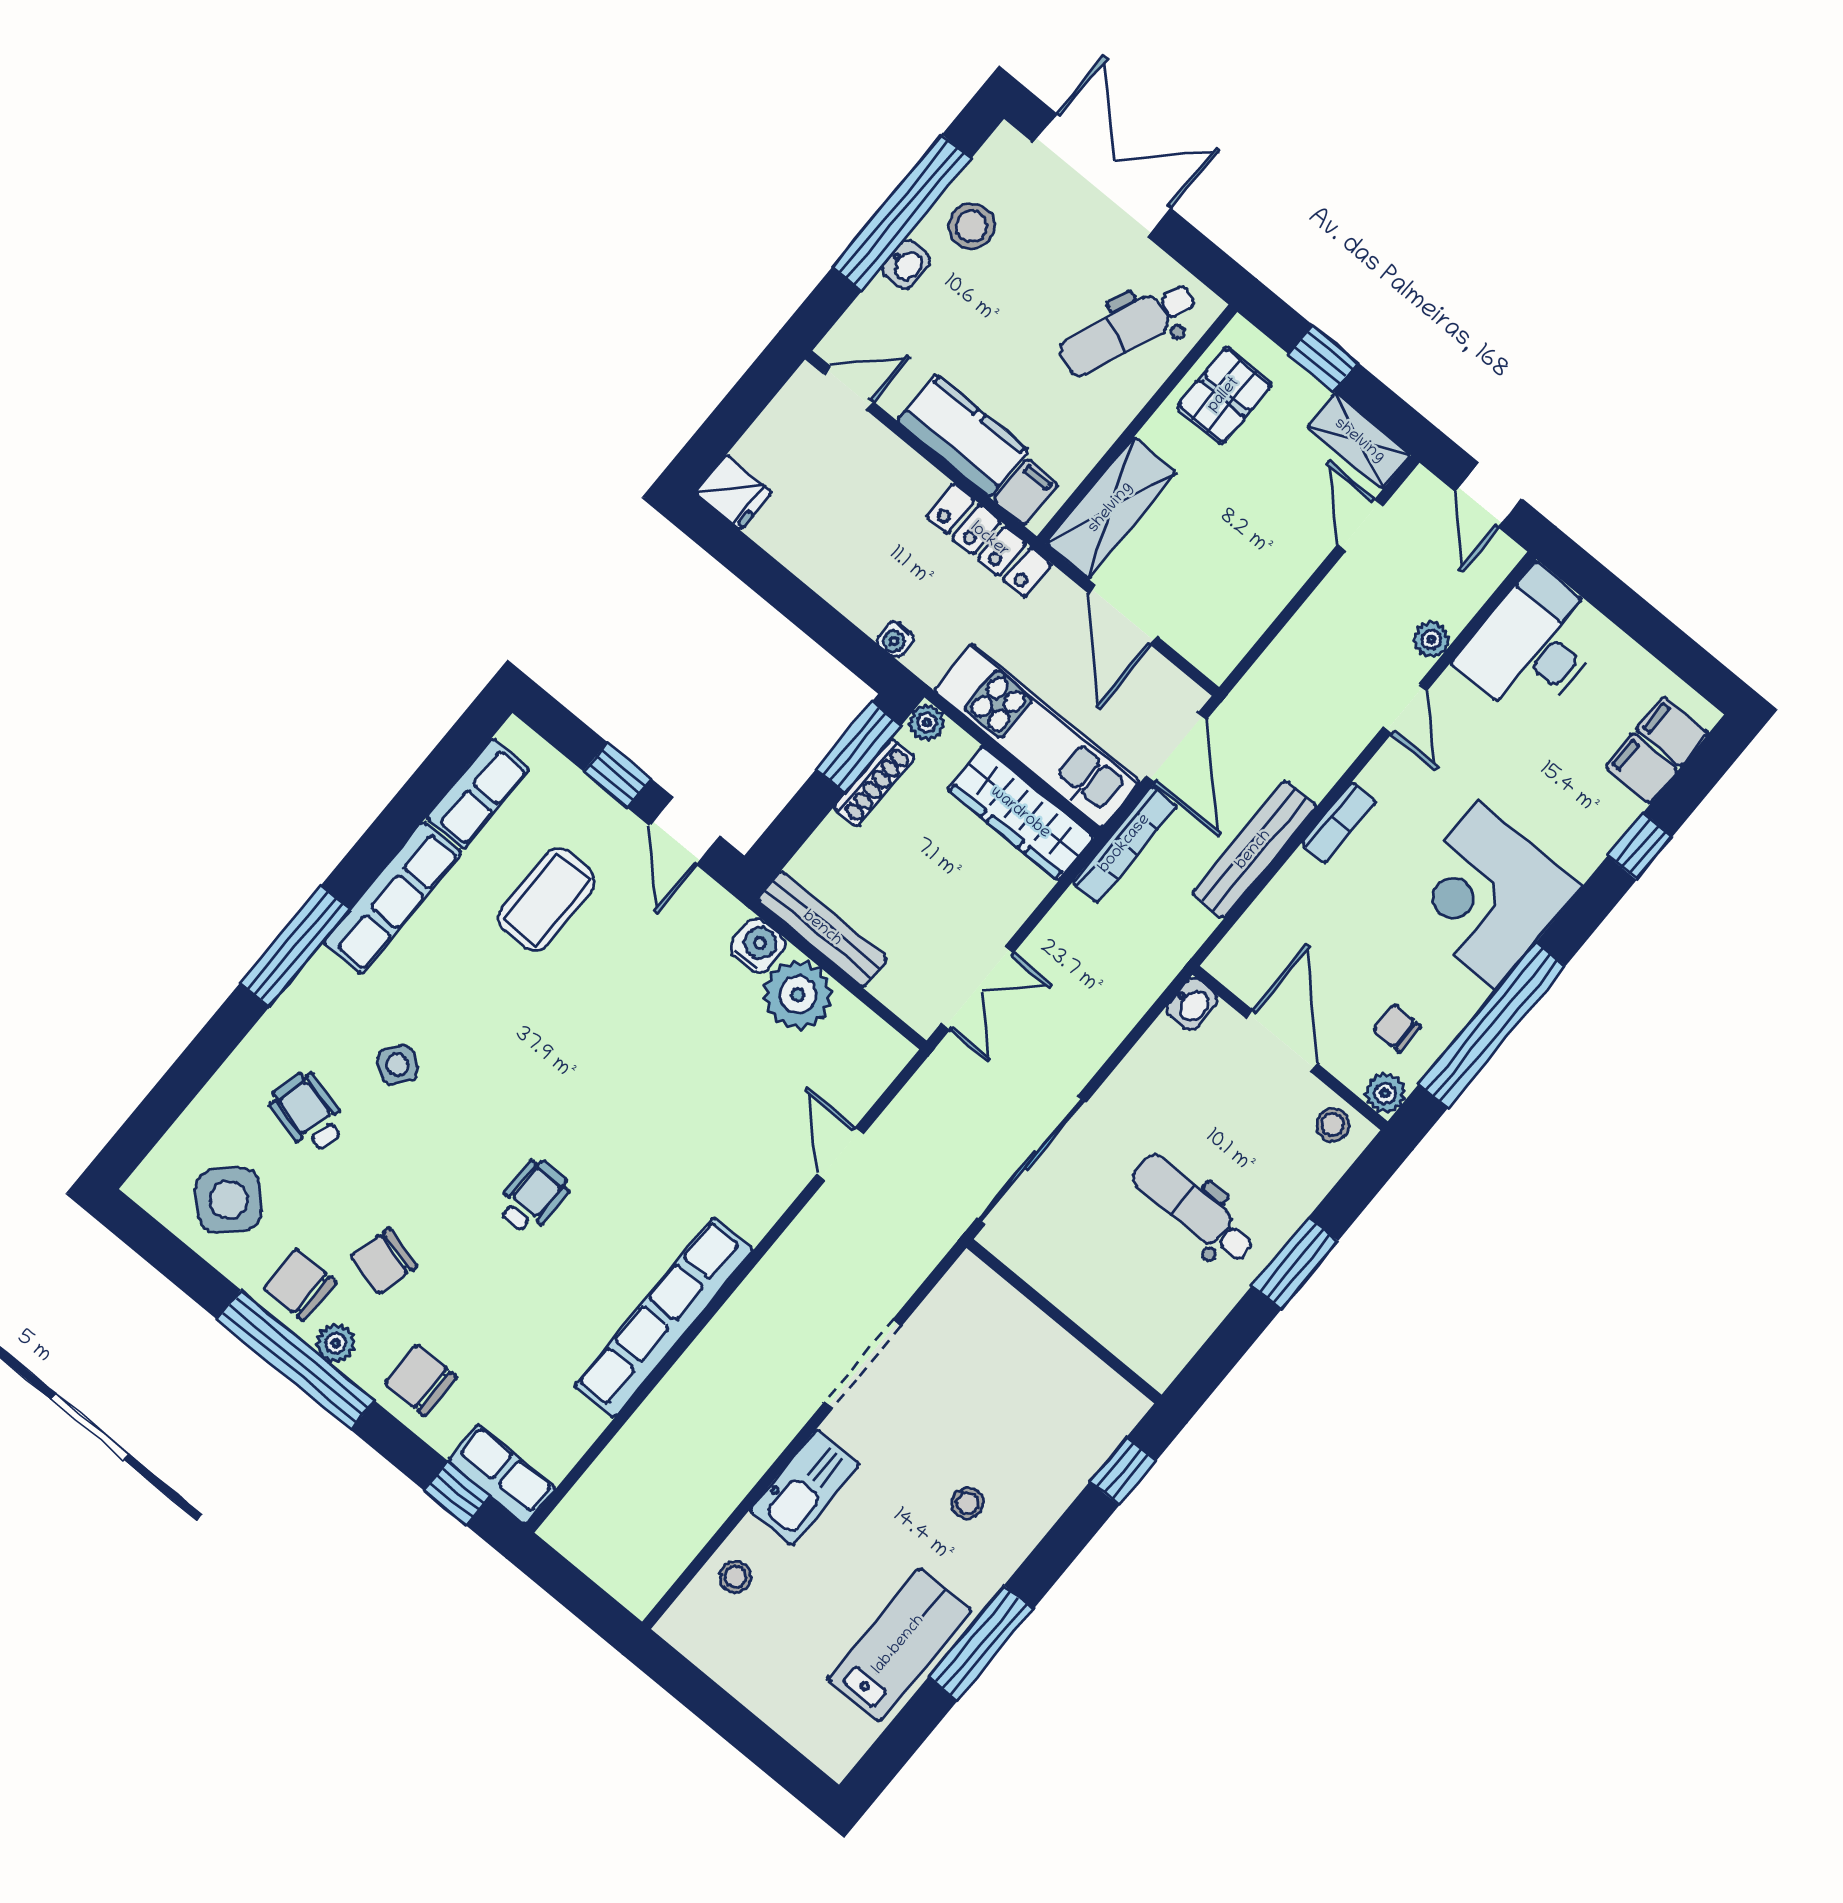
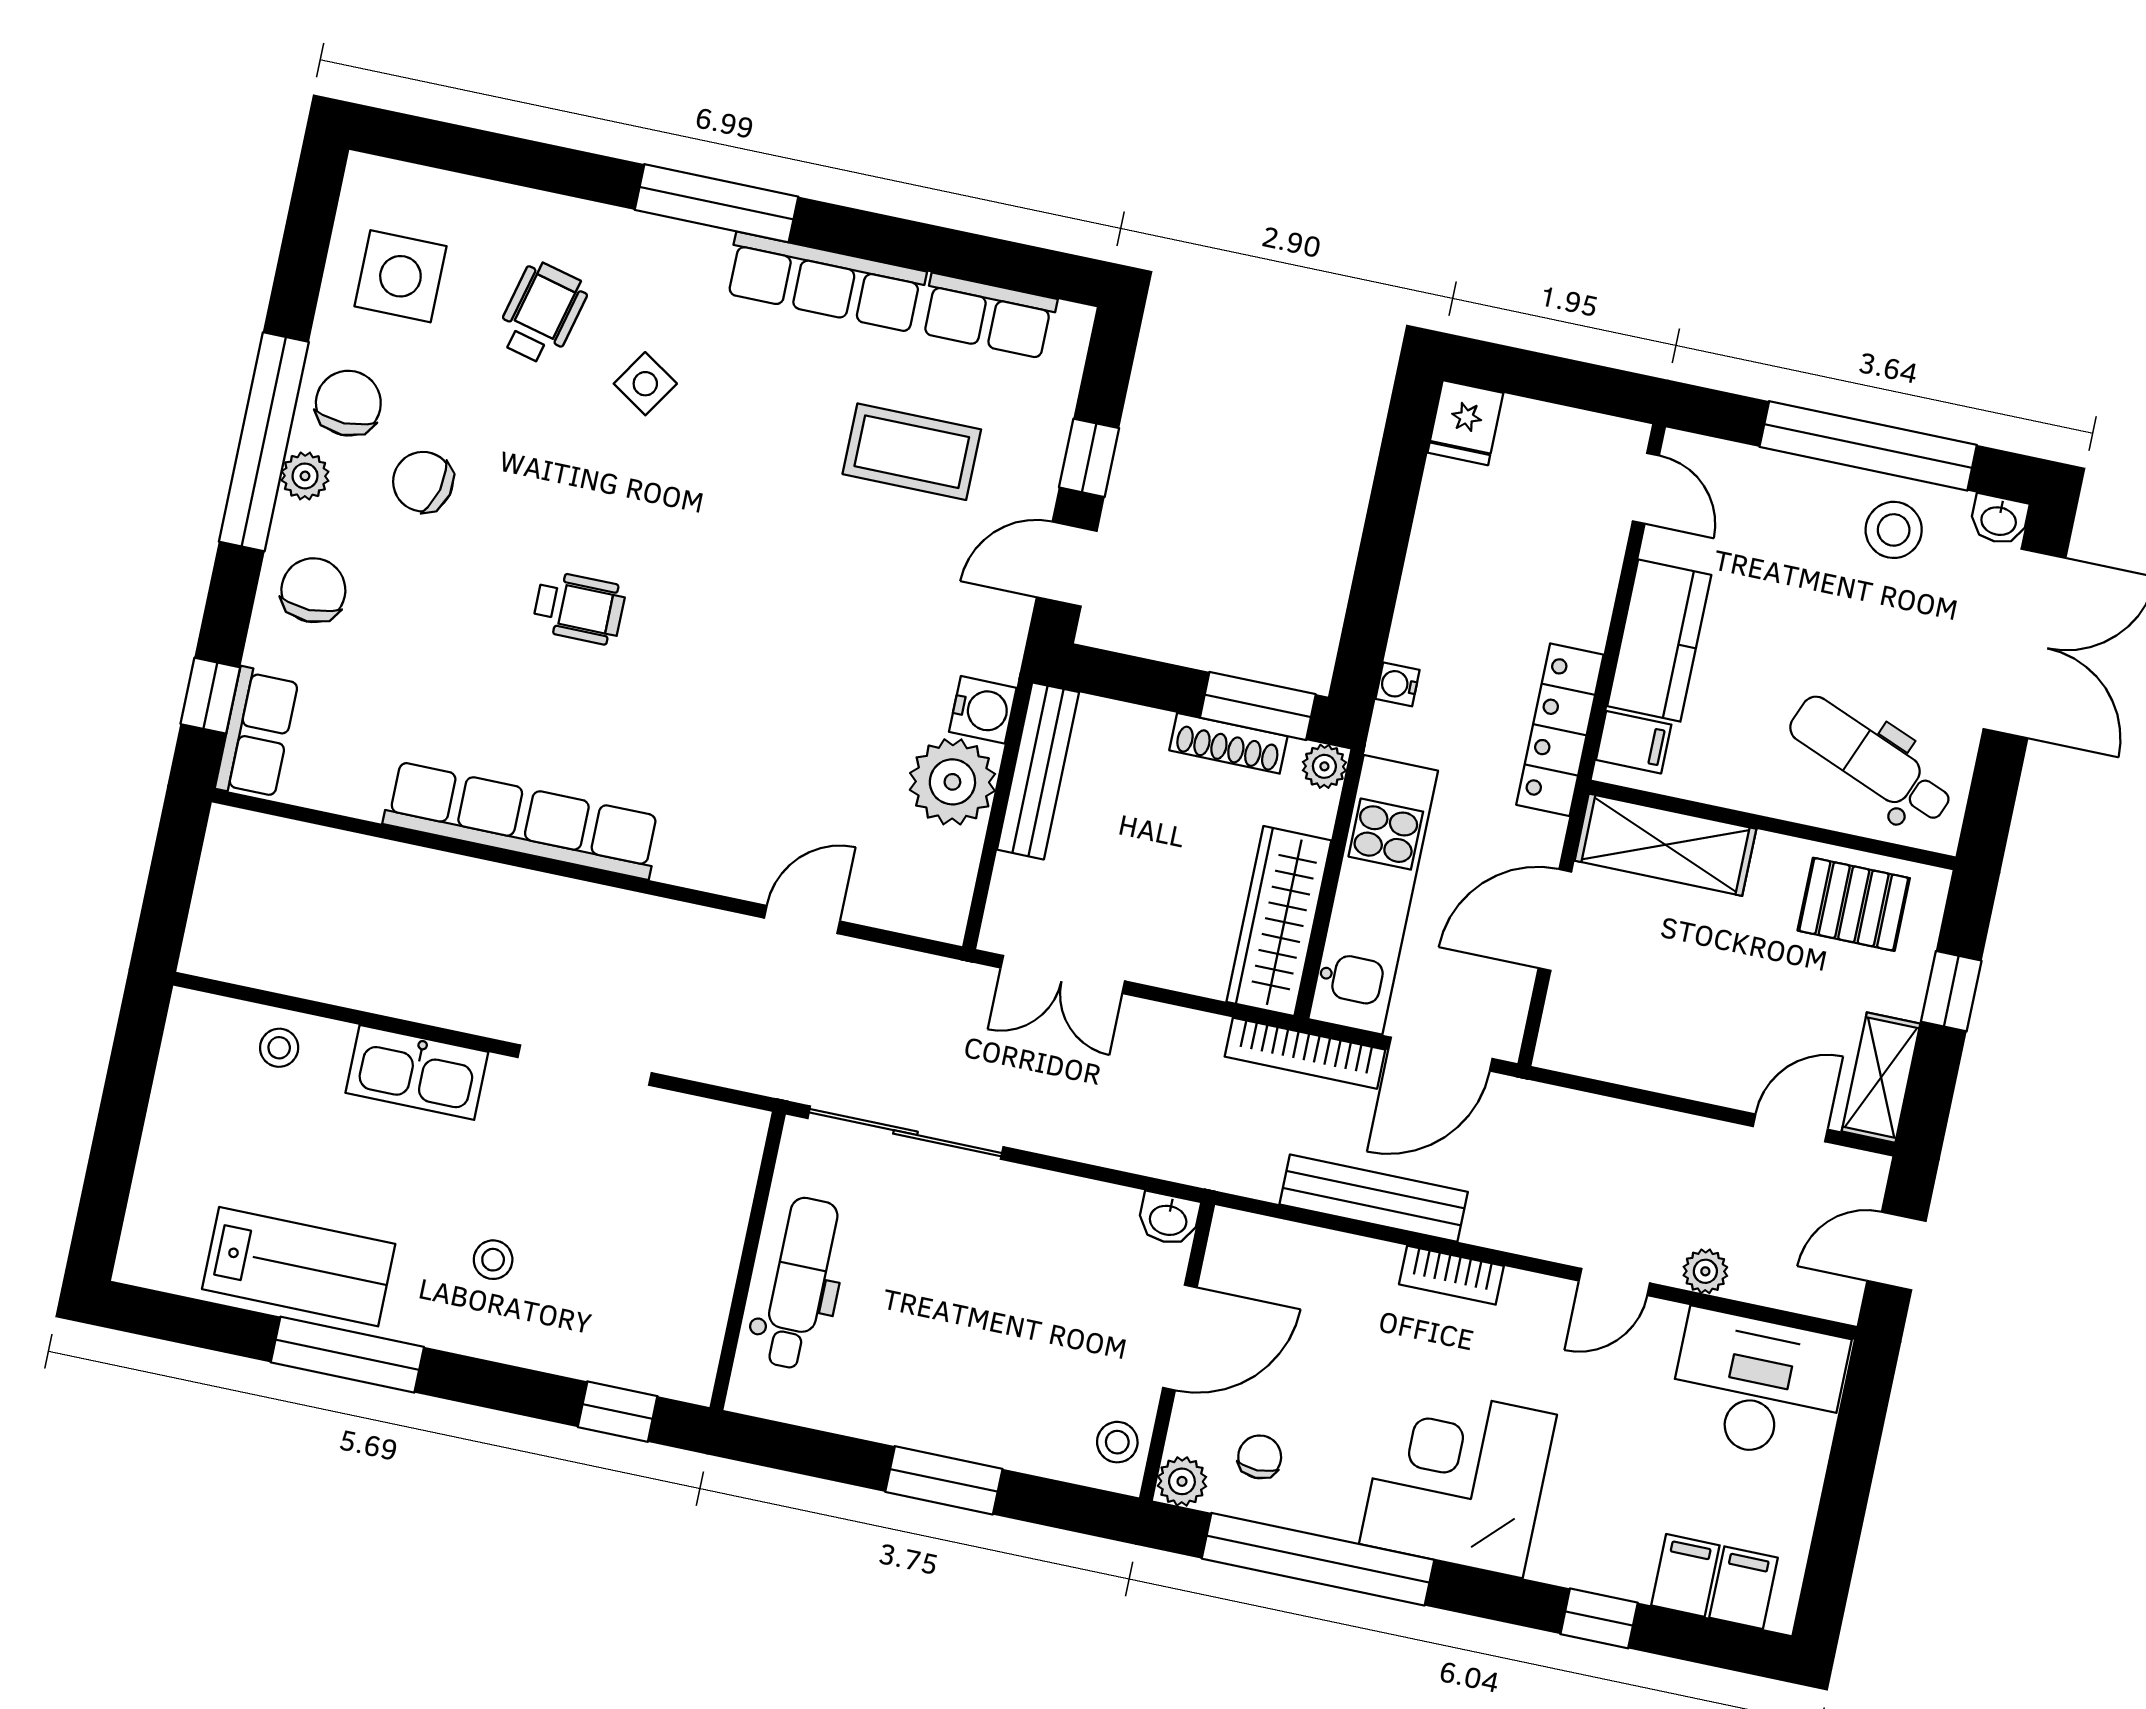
washbasin: (906, 265) -> (1999, 520), moved
side table: (229, 1200) -> (400, 276), turned 45
dental chair: (1193, 1208) -> (799, 1283), moved

